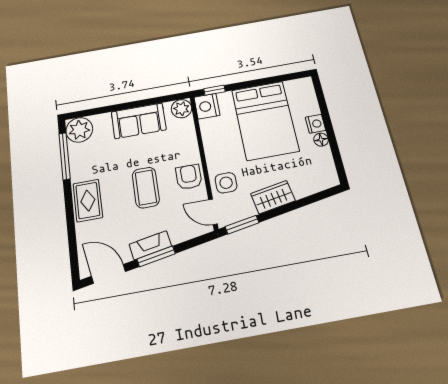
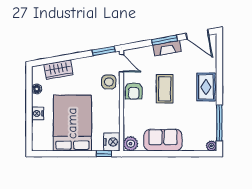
plant: (79, 130) -> (211, 146), width x0.53, depth x0.53
floor lamp: (321, 140) -> (37, 89), moved
wardrobe: (273, 197) -> (58, 70), moved

